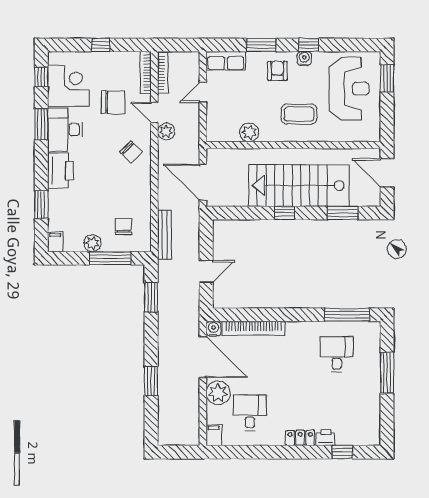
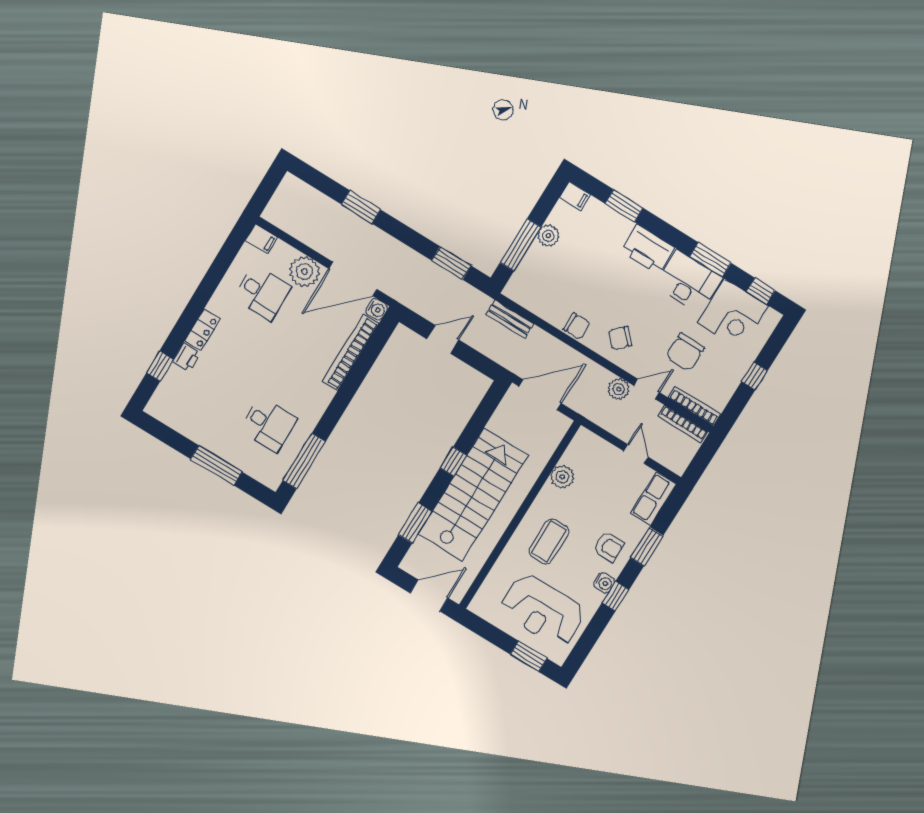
chair: (123, 227) -> (577, 326), moved
bench: (164, 234) -> (510, 319), width x0.73
door: (206, 271) -> (443, 339), swing flipped

